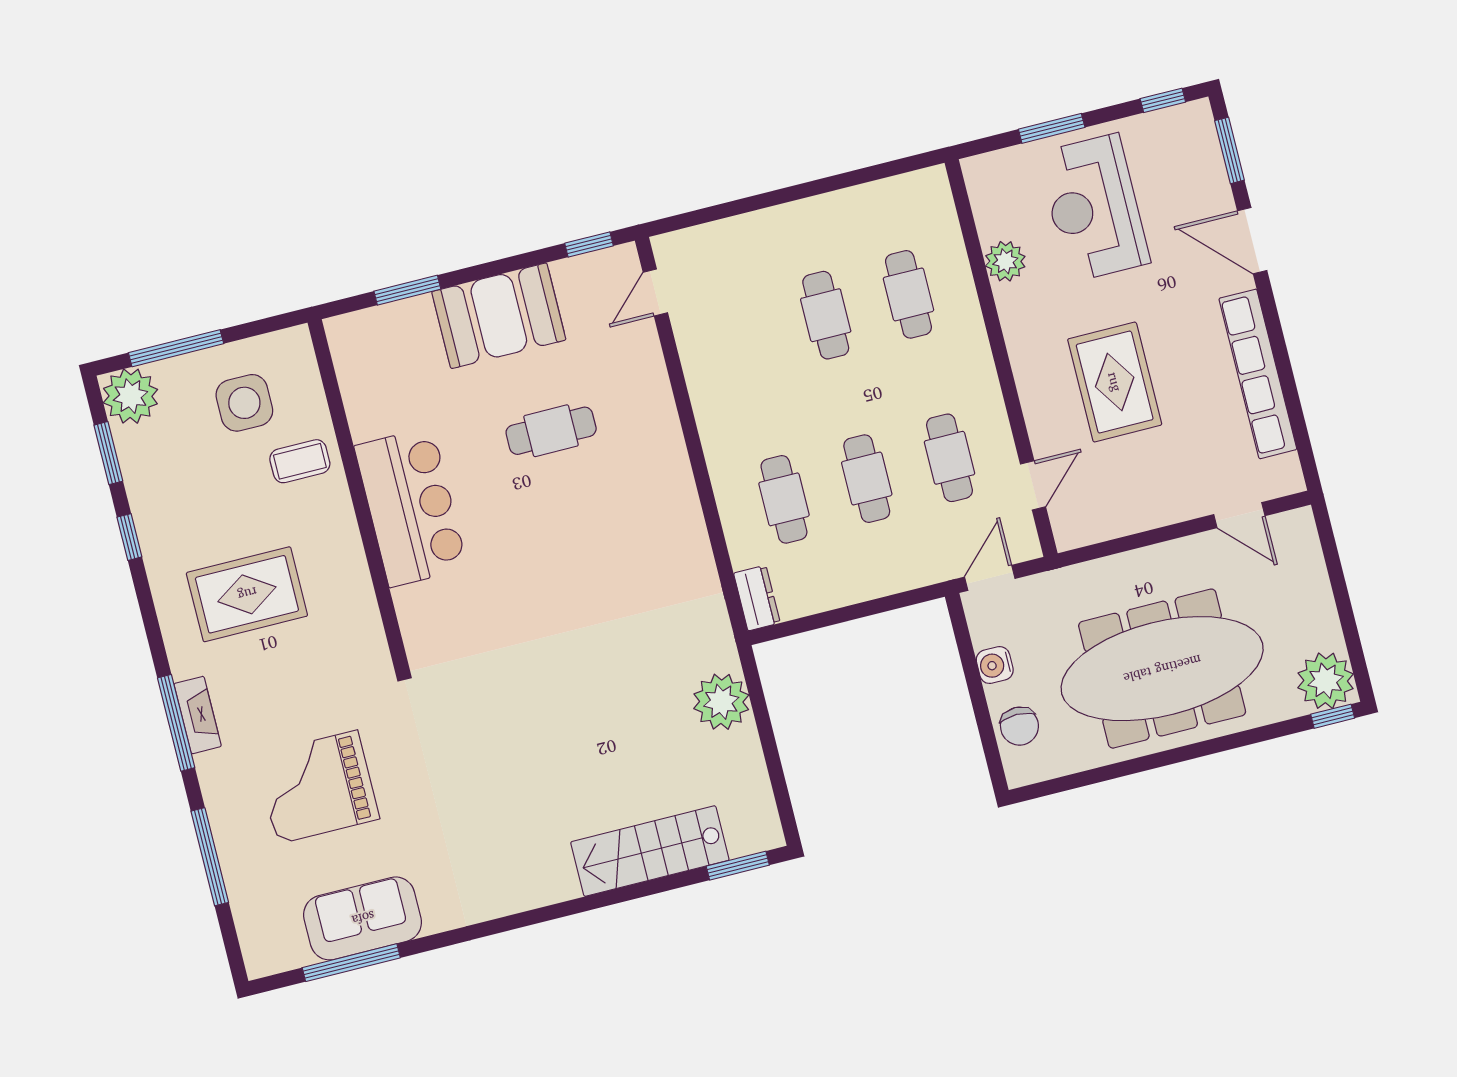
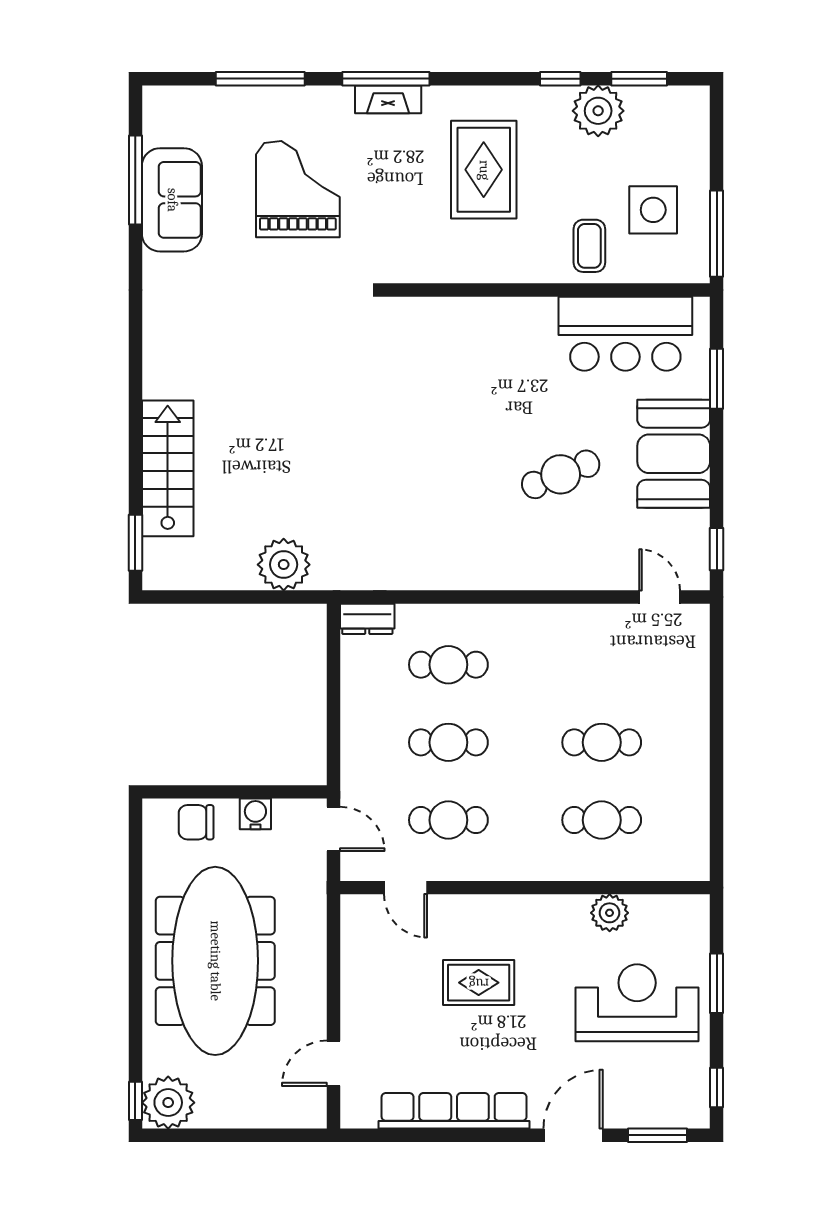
window: (176, 348) -> (717, 234), moved
rug: (1115, 382) -> (479, 983), width x0.73, depth x0.70
plant: (130, 396) -> (598, 111), moved
cafe table: (551, 431) -> (561, 474), turned 68
bar counter: (411, 507) -> (625, 334), moved

